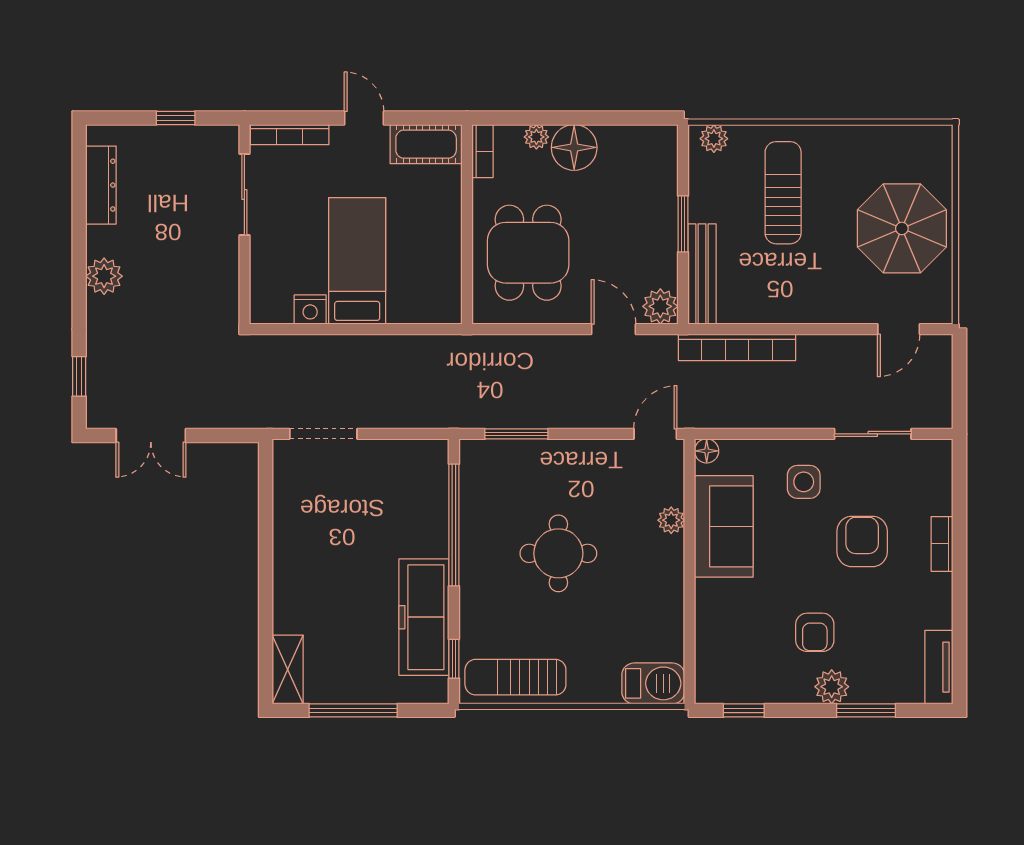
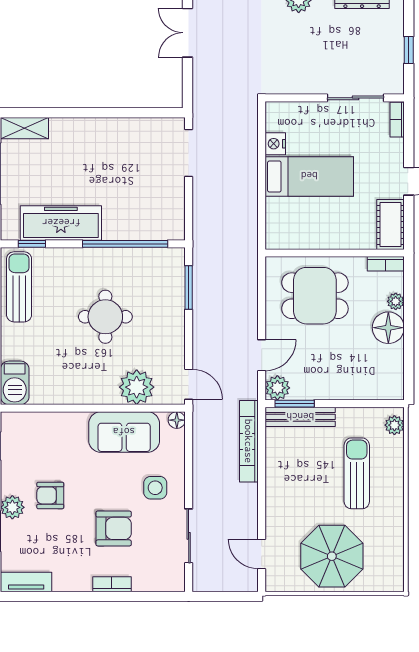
bookcase: (290, 135) -> (397, 120), width x0.64
sun lounger: (783, 193) -> (357, 473), turned -90
window: (683, 224) -> (295, 404), moved
plant: (671, 520) -> (137, 387), width x1.88, depth x1.88

